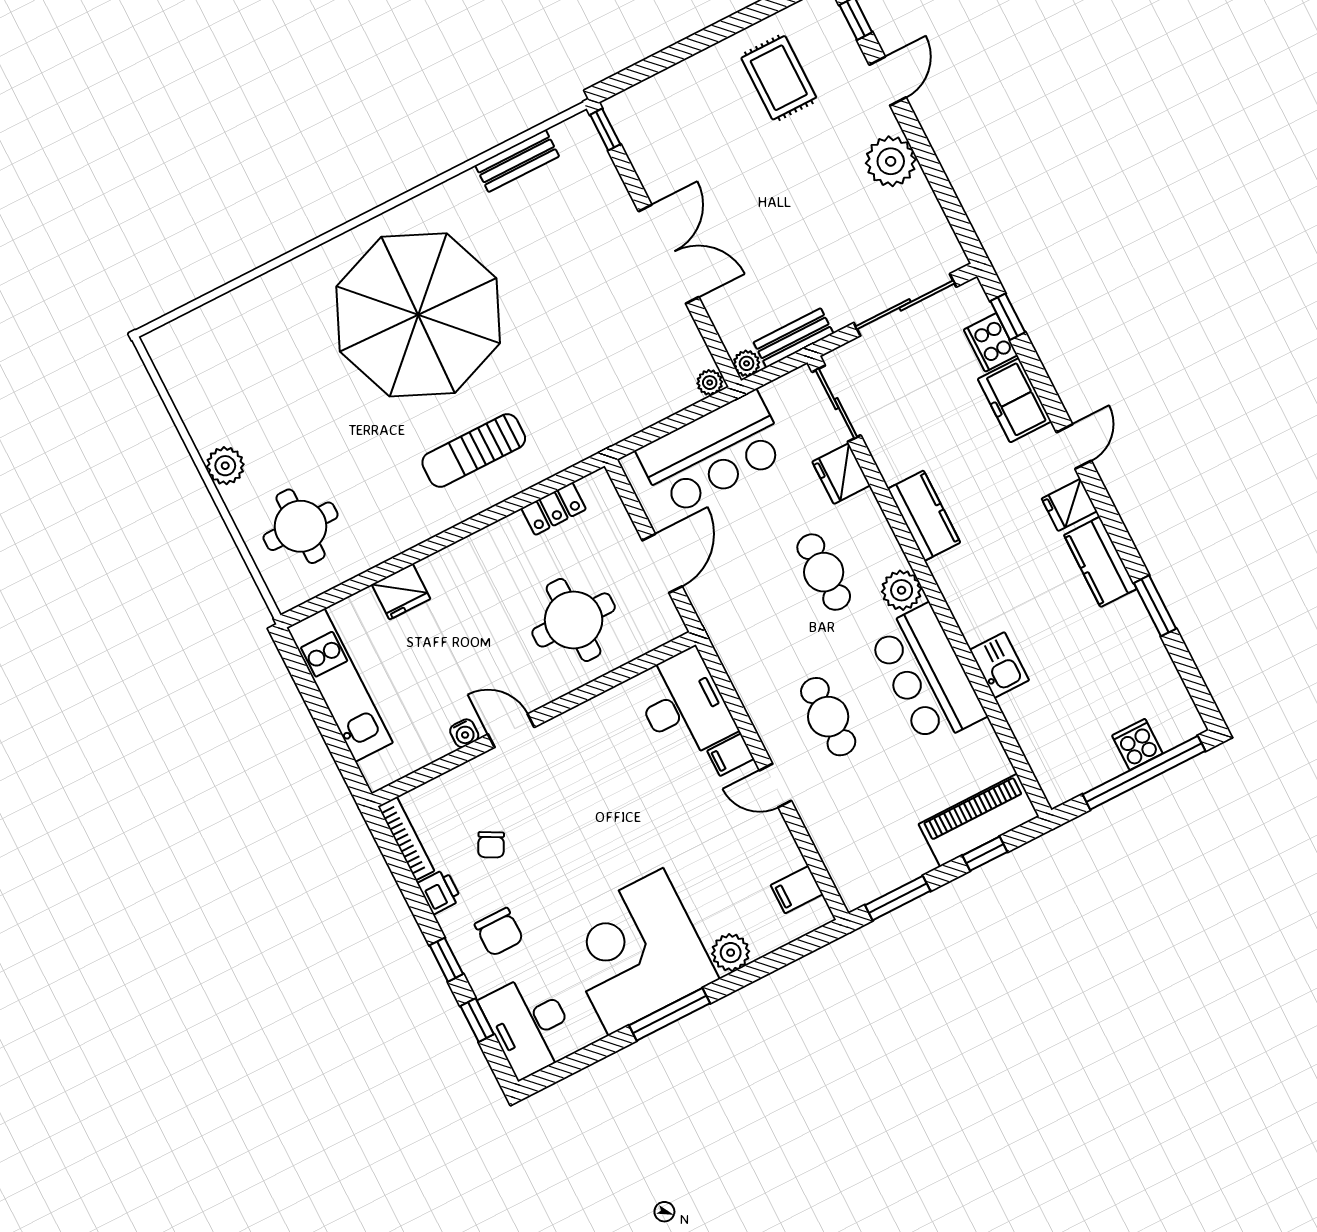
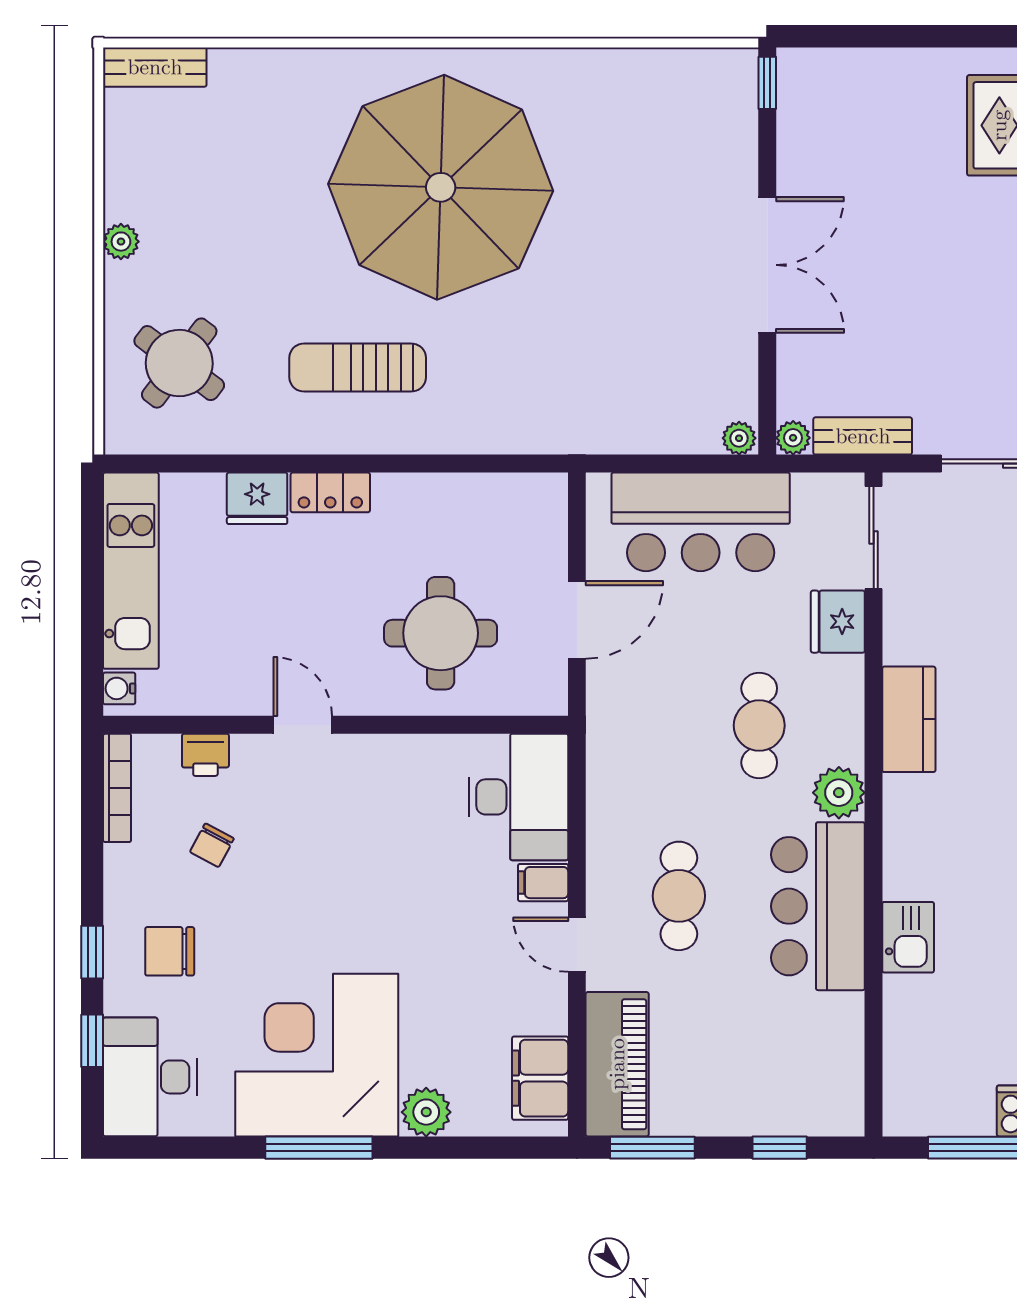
bench: (517, 161) -> (155, 67), moved
sun lounger: (474, 450) -> (358, 368), moved
plant: (225, 466) -> (121, 242), width x0.73, depth x0.73
locker: (554, 509) -> (330, 492), moved
round table: (301, 526) -> (179, 363), turned 37
water cooler: (464, 733) -> (119, 688), moved, turned 90
piano: (979, 820) -> (617, 1064), moved, turned 90
filing cabinet: (797, 890) -> (540, 1078), width x2.00
printer: (439, 892) -> (205, 755), moved, turned 90
chair: (499, 932) -> (170, 951), turned 90

